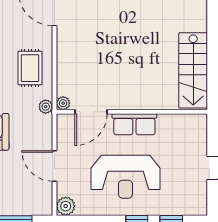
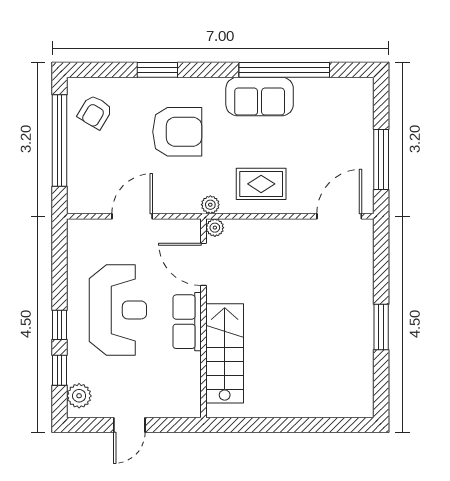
stairs: (193, 70) -> (225, 353), moved, turned 90
reception desk: (126, 177) -> (118, 310), turned 180
plant: (66, 206) -> (79, 396), moved

